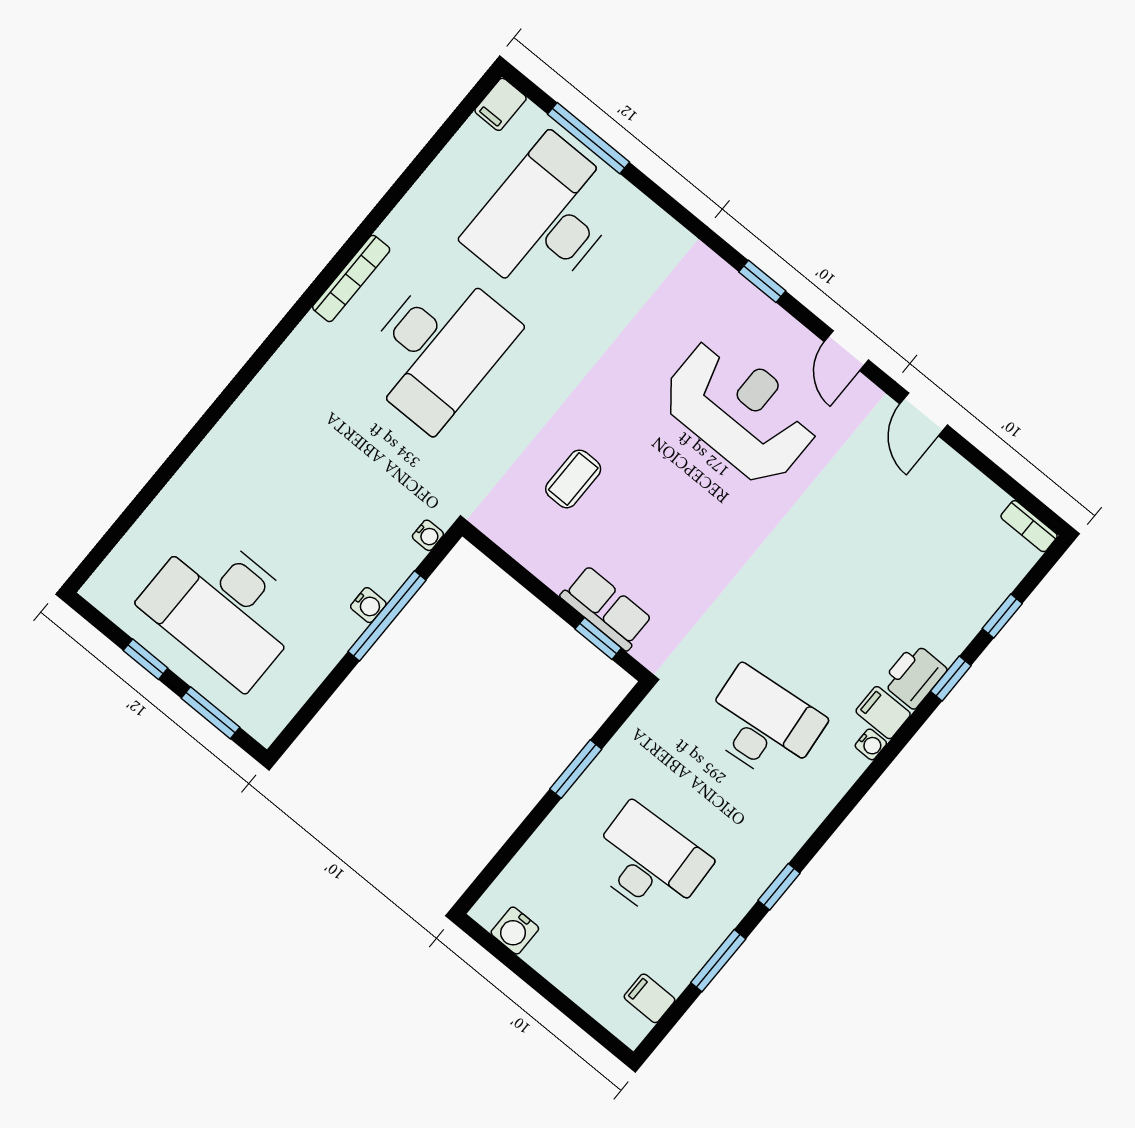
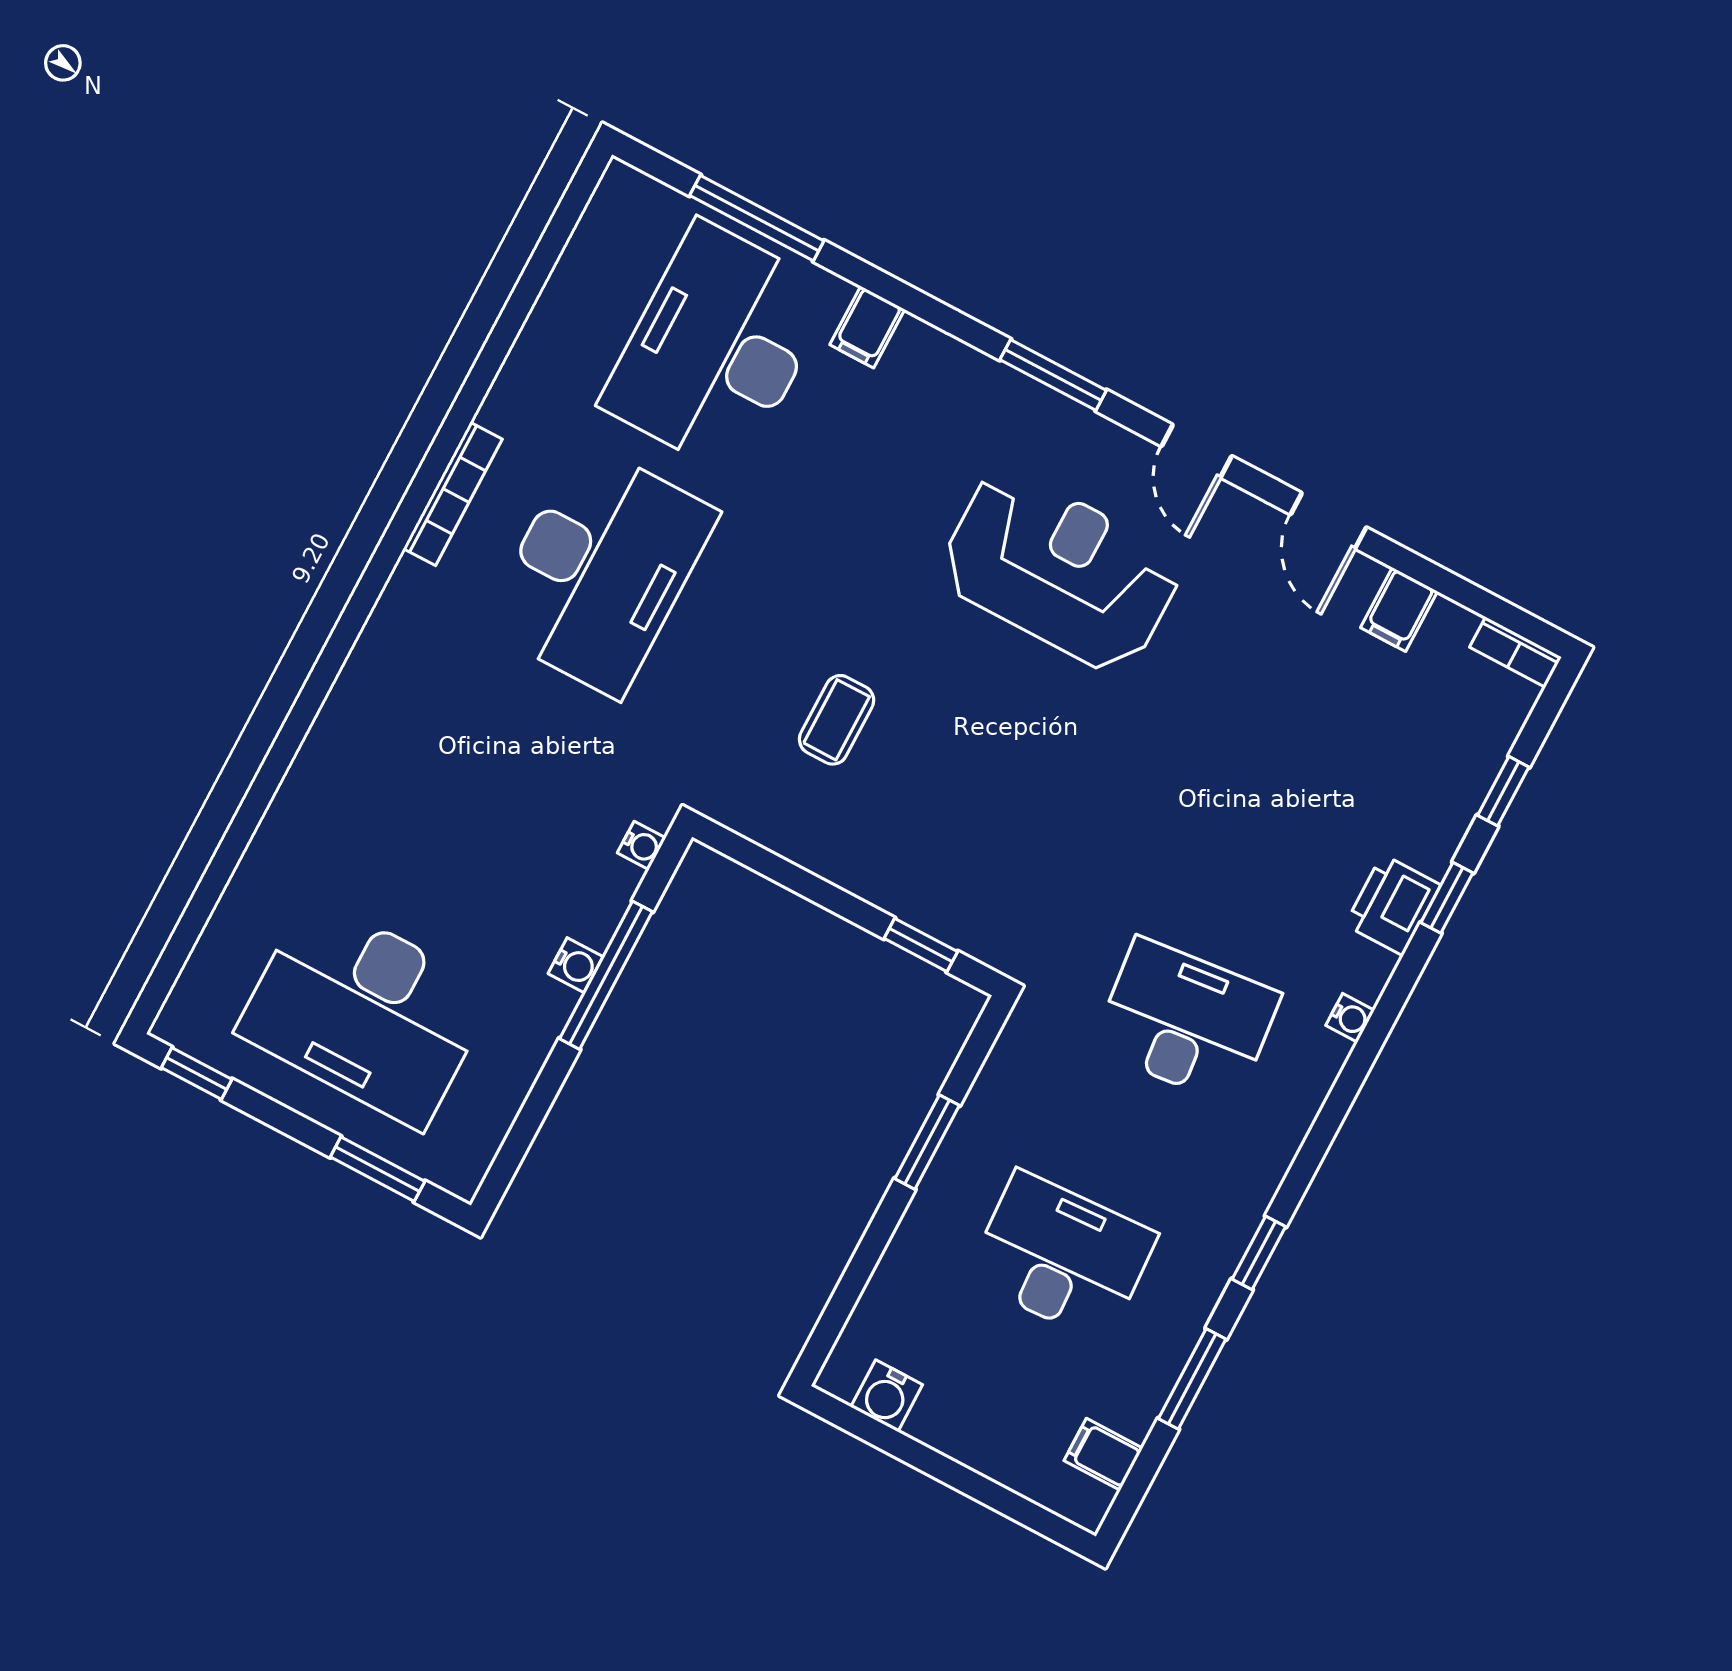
filing cabinet: (500, 104) -> (867, 327), moved
window: (762, 281) -> (1053, 375), width x1.50
row of seats: (606, 608) -> (923, 898), removed
window: (146, 659) -> (197, 1073), moved
filing cabinet: (883, 713) -> (1399, 610), moved, turned -90

